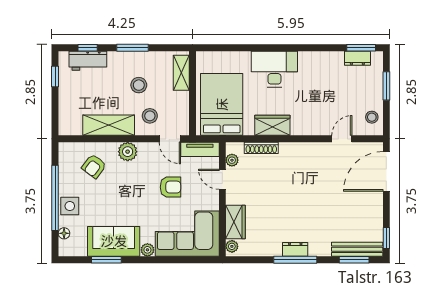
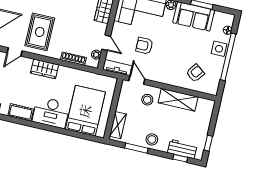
window: (133, 48) -> (136, 148), moved
cot: (315, 60) -> (21, 112), added
stool: (139, 85) -> (152, 139), moved
bed: (222, 104) -> (85, 111), moved, turned 180
wardrobe: (272, 125) -> (45, 69), moved
plant: (128, 152) -> (169, 78), removed
rug: (314, 173) -> (40, 32), added

